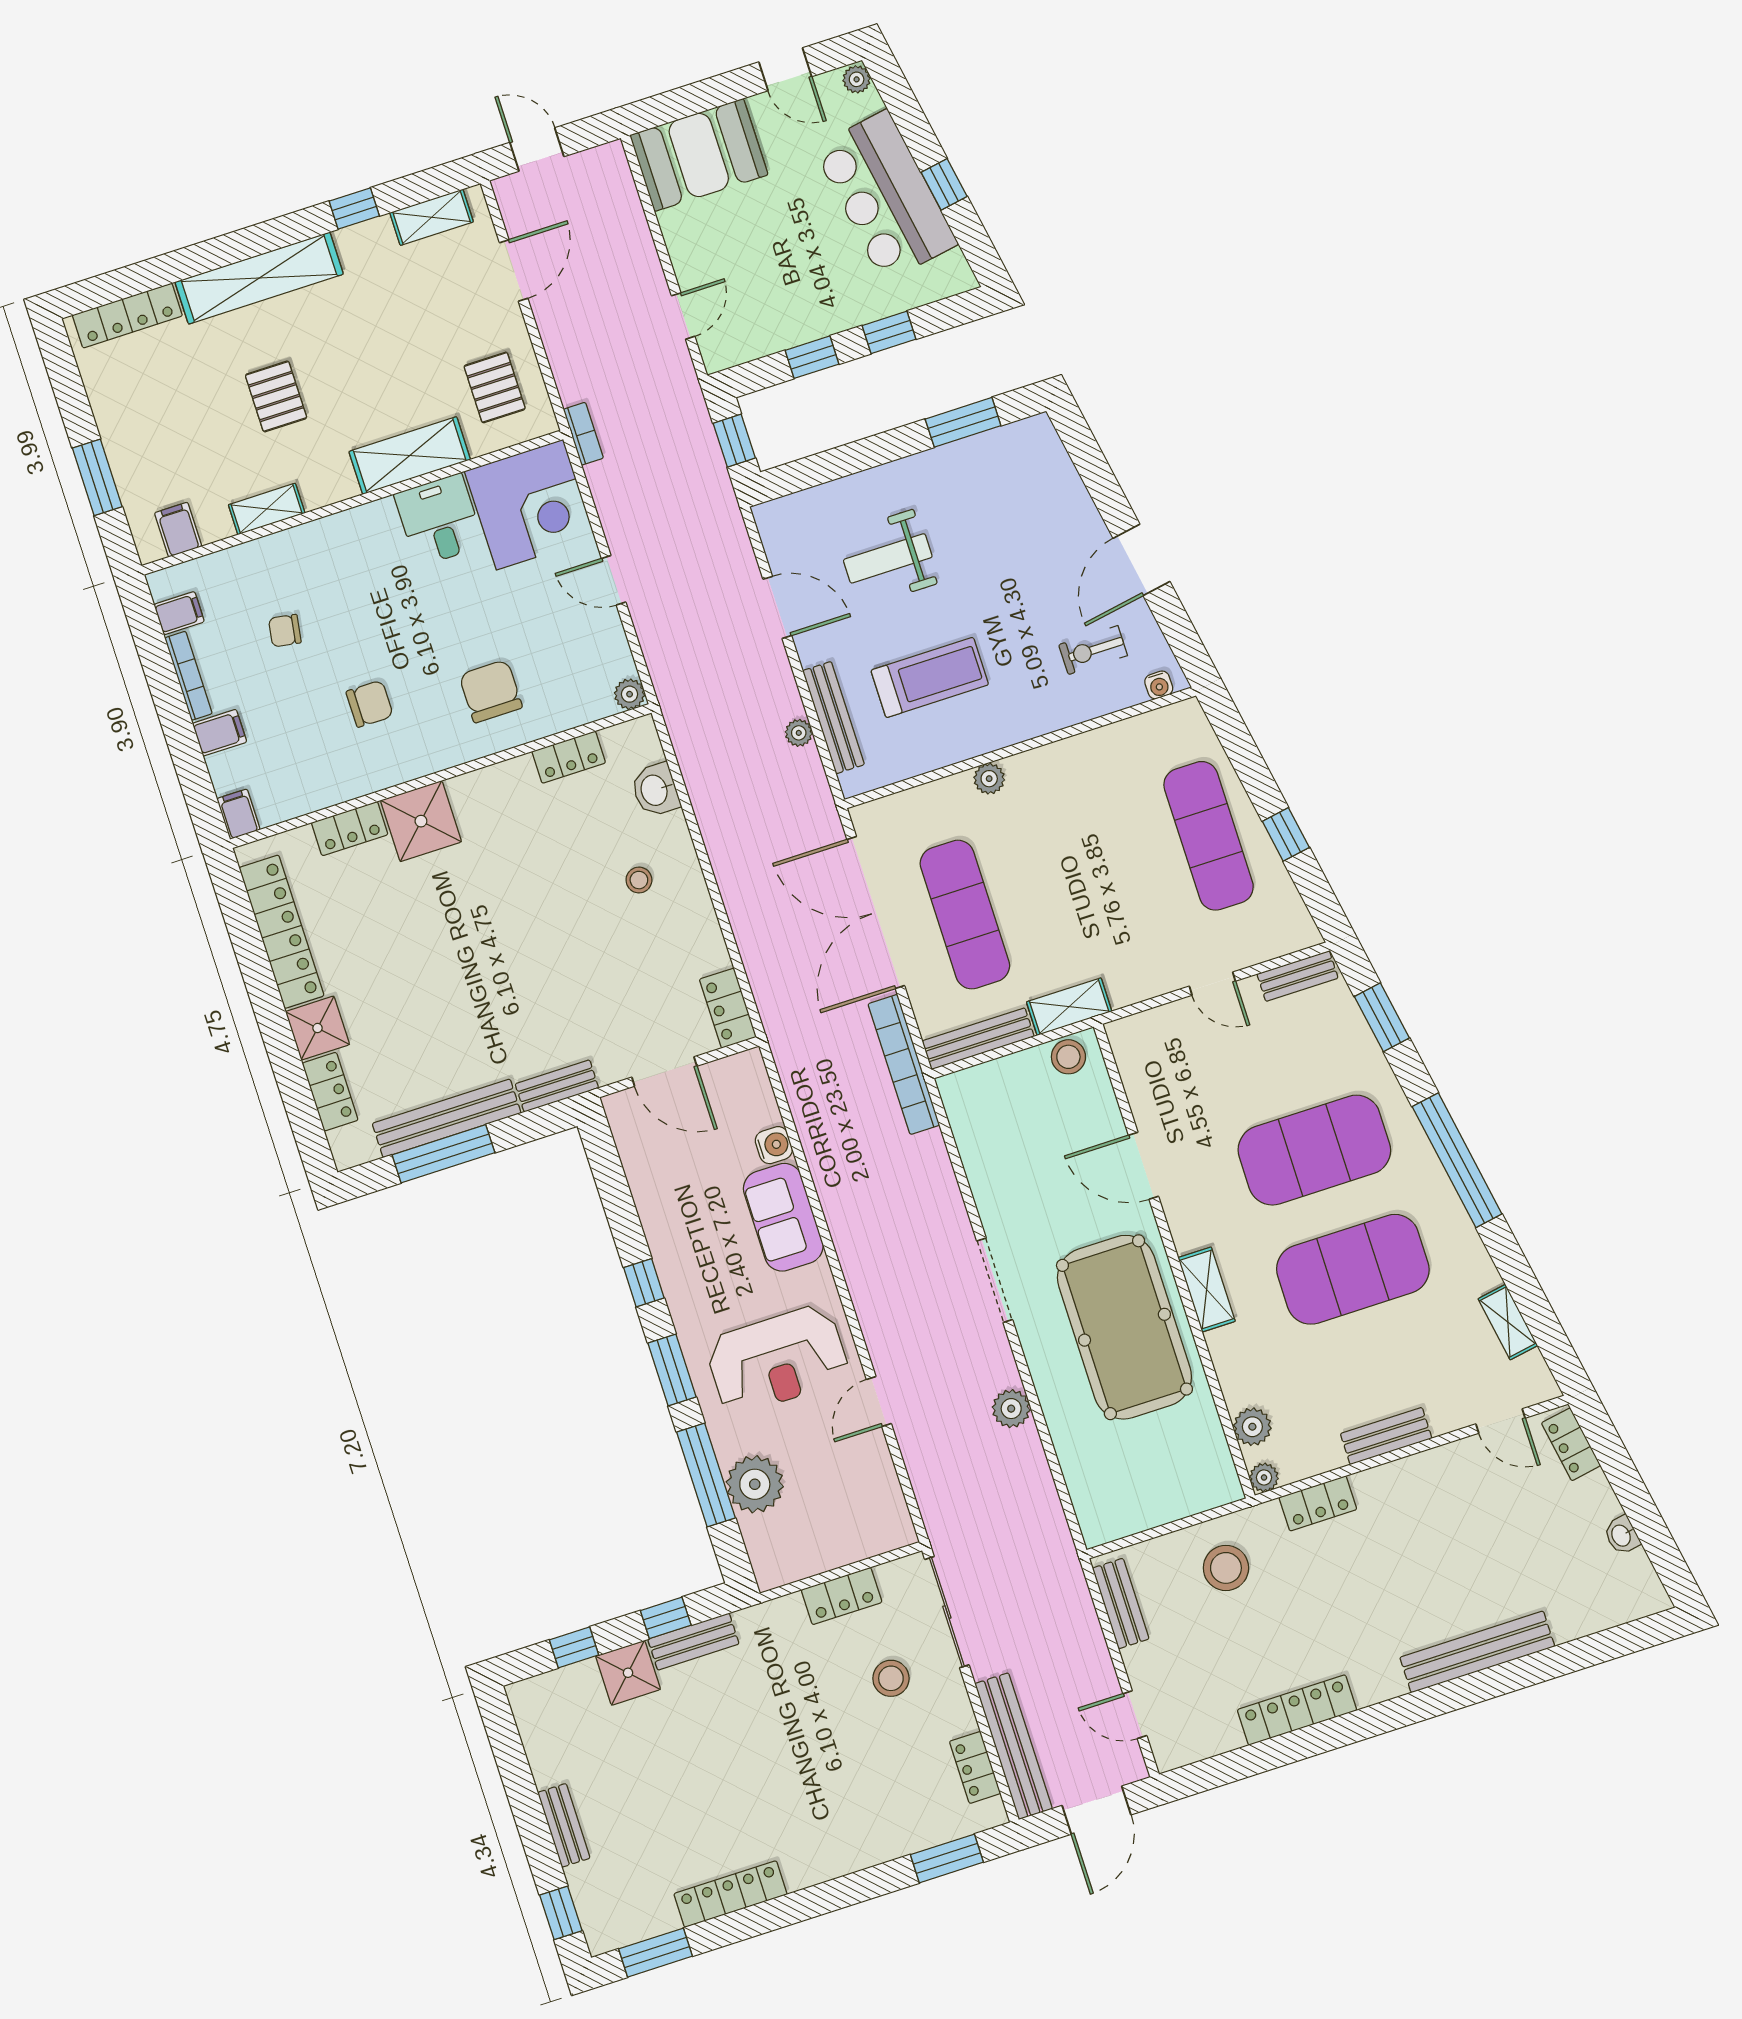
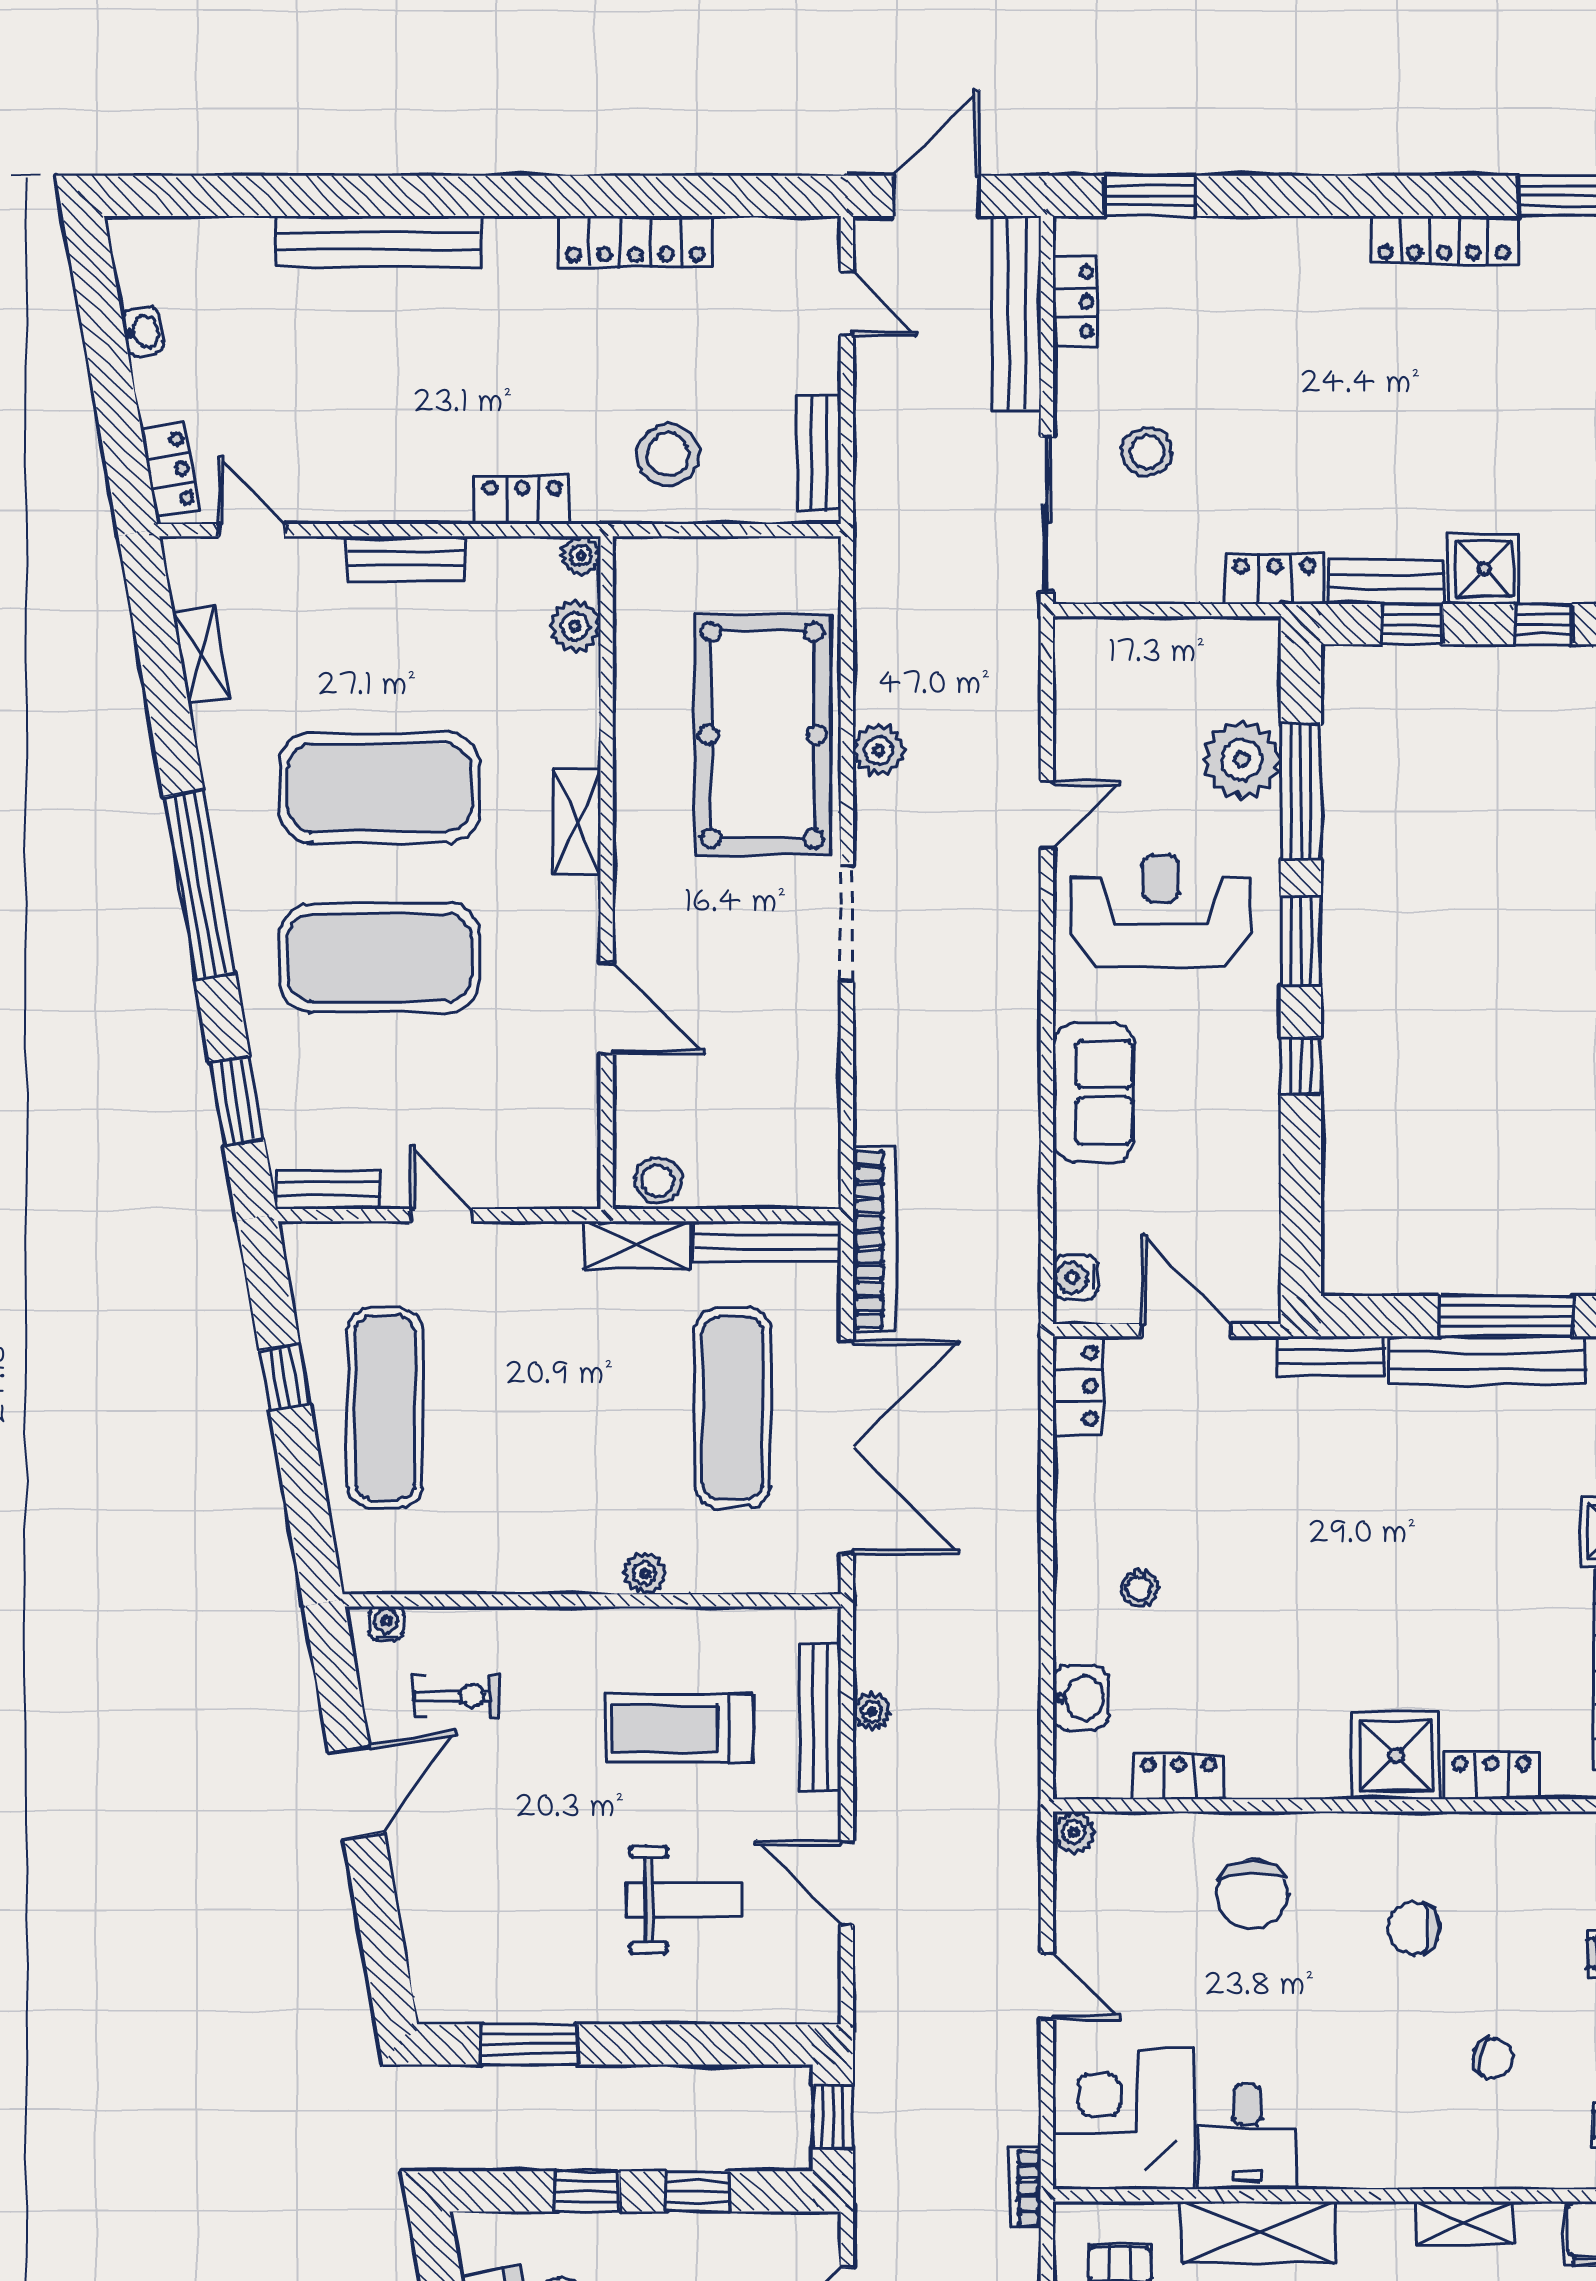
water cooler: (774, 1145) -> (1076, 1277), moved
pool table: (1124, 1327) -> (763, 735), moved
locker: (842, 1596) -> (1275, 579), moved

